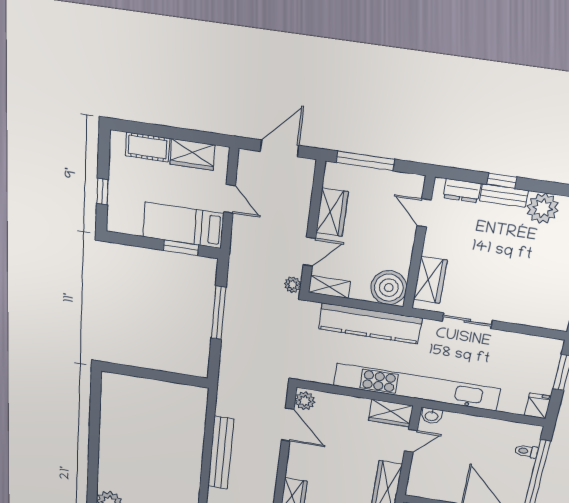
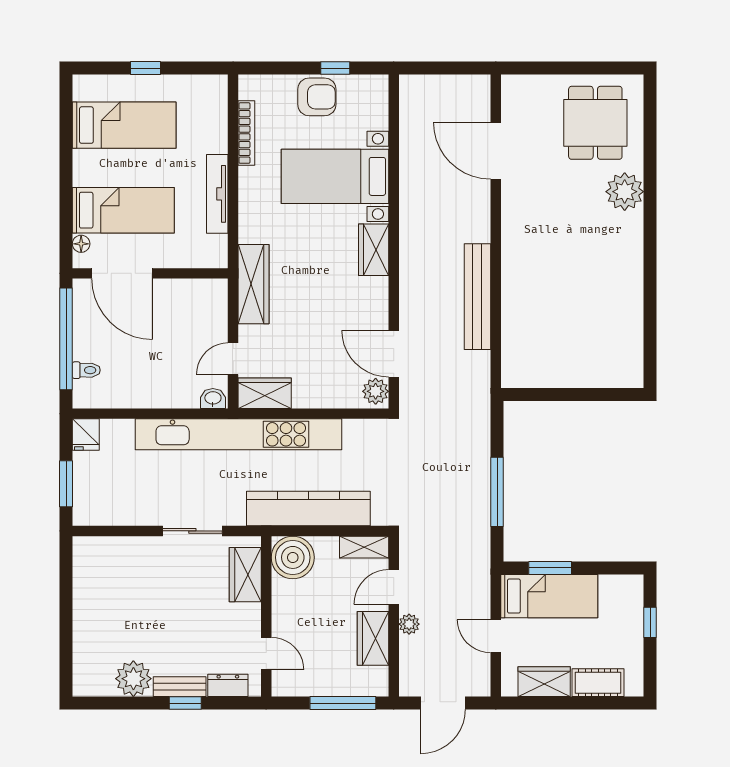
plant: (293, 285) -> (409, 624), moved

